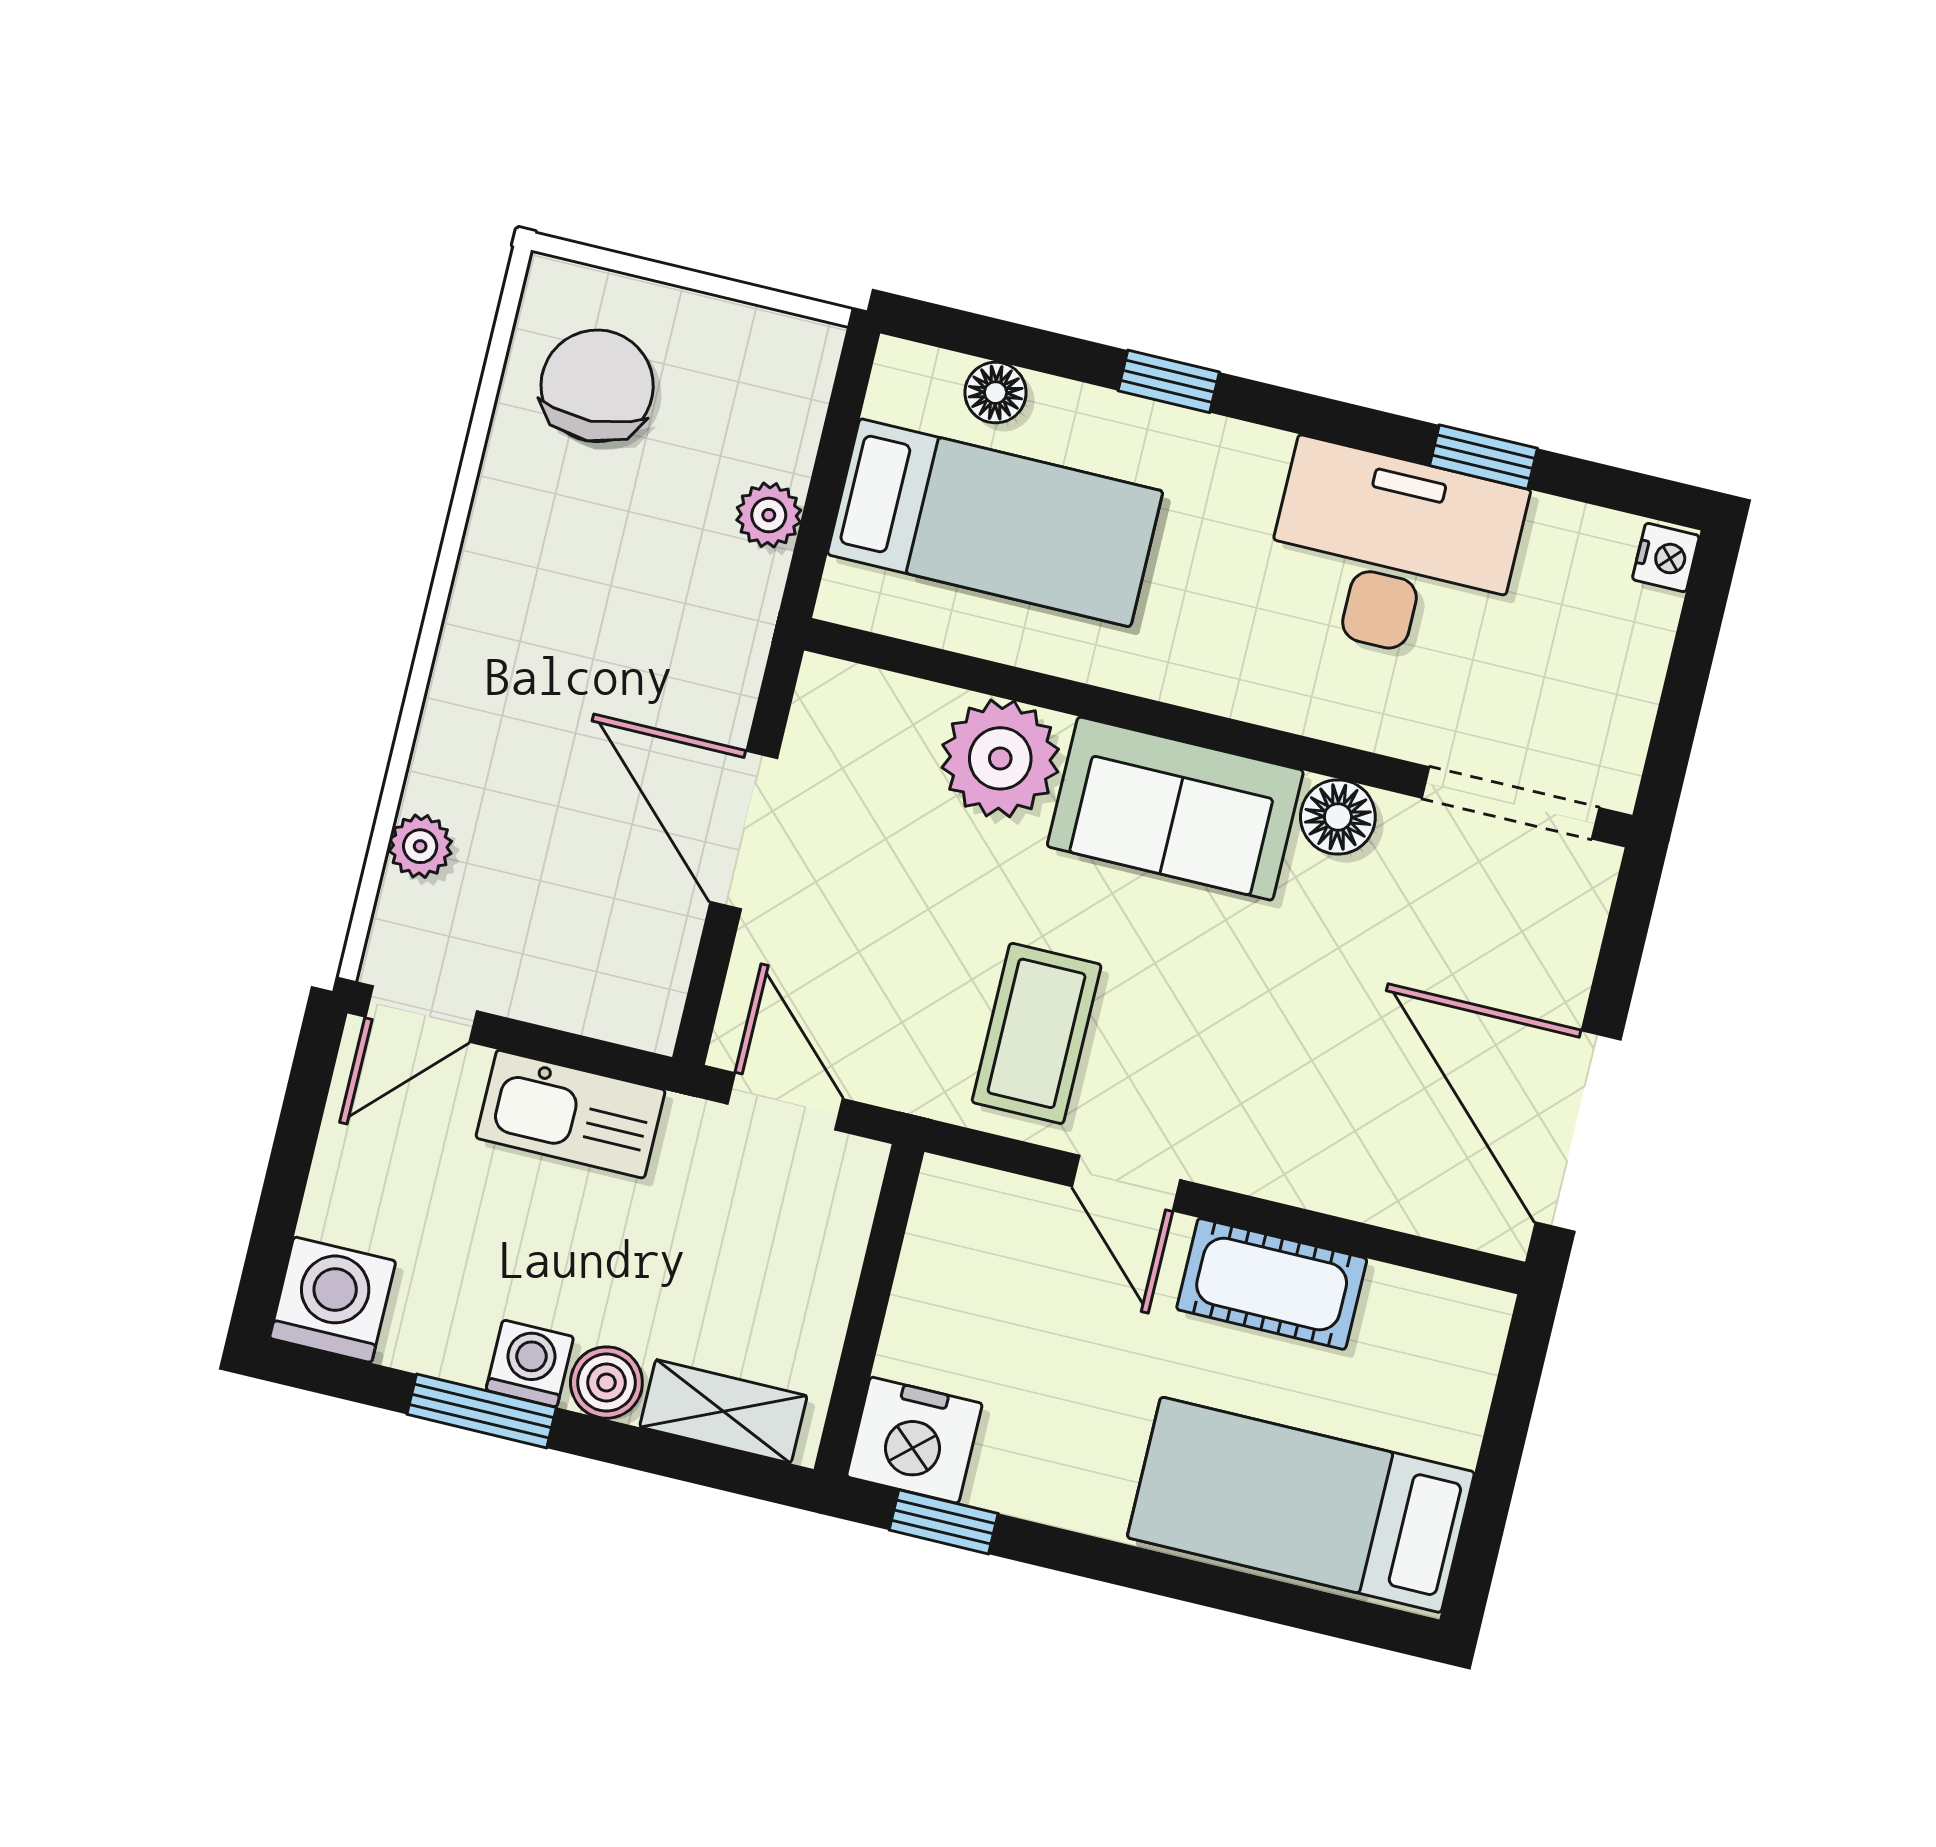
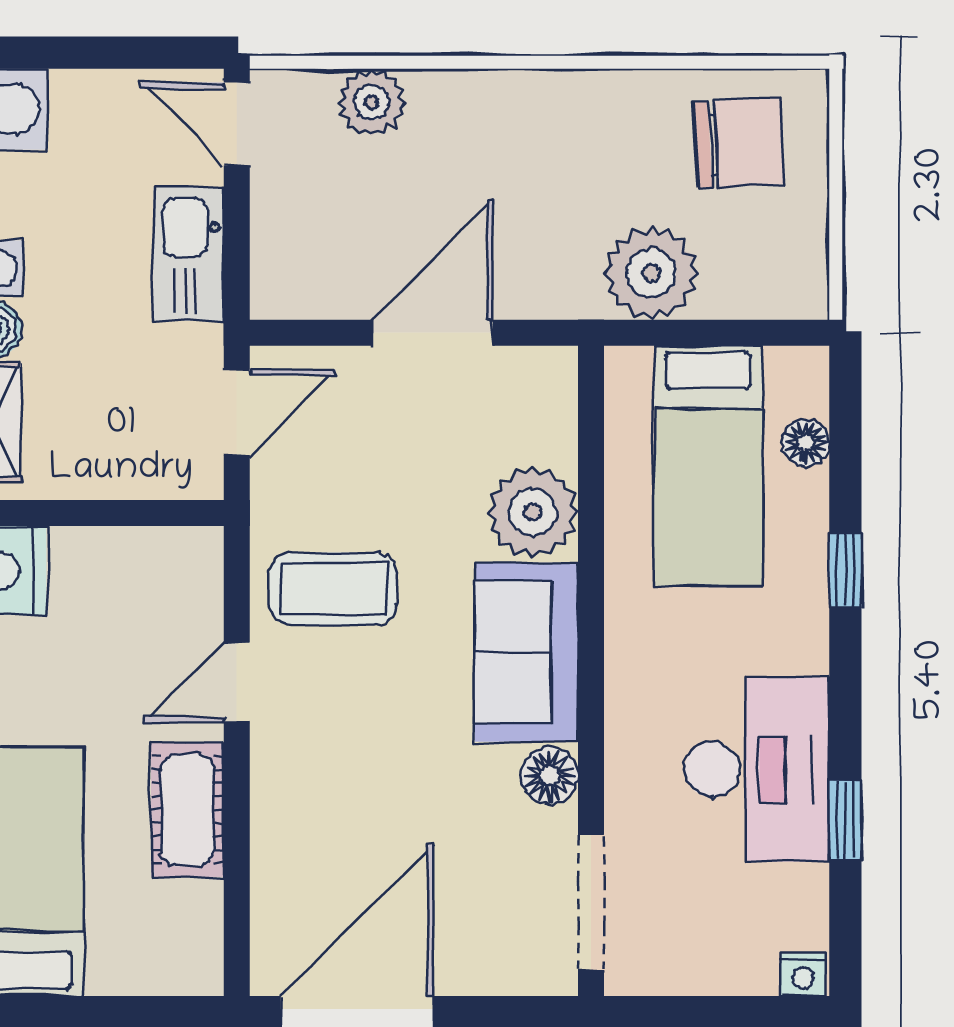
plant: (769, 515) -> (651, 273), width x1.88, depth x1.88
plant: (420, 846) -> (372, 102), width x1.38, depth x1.38

